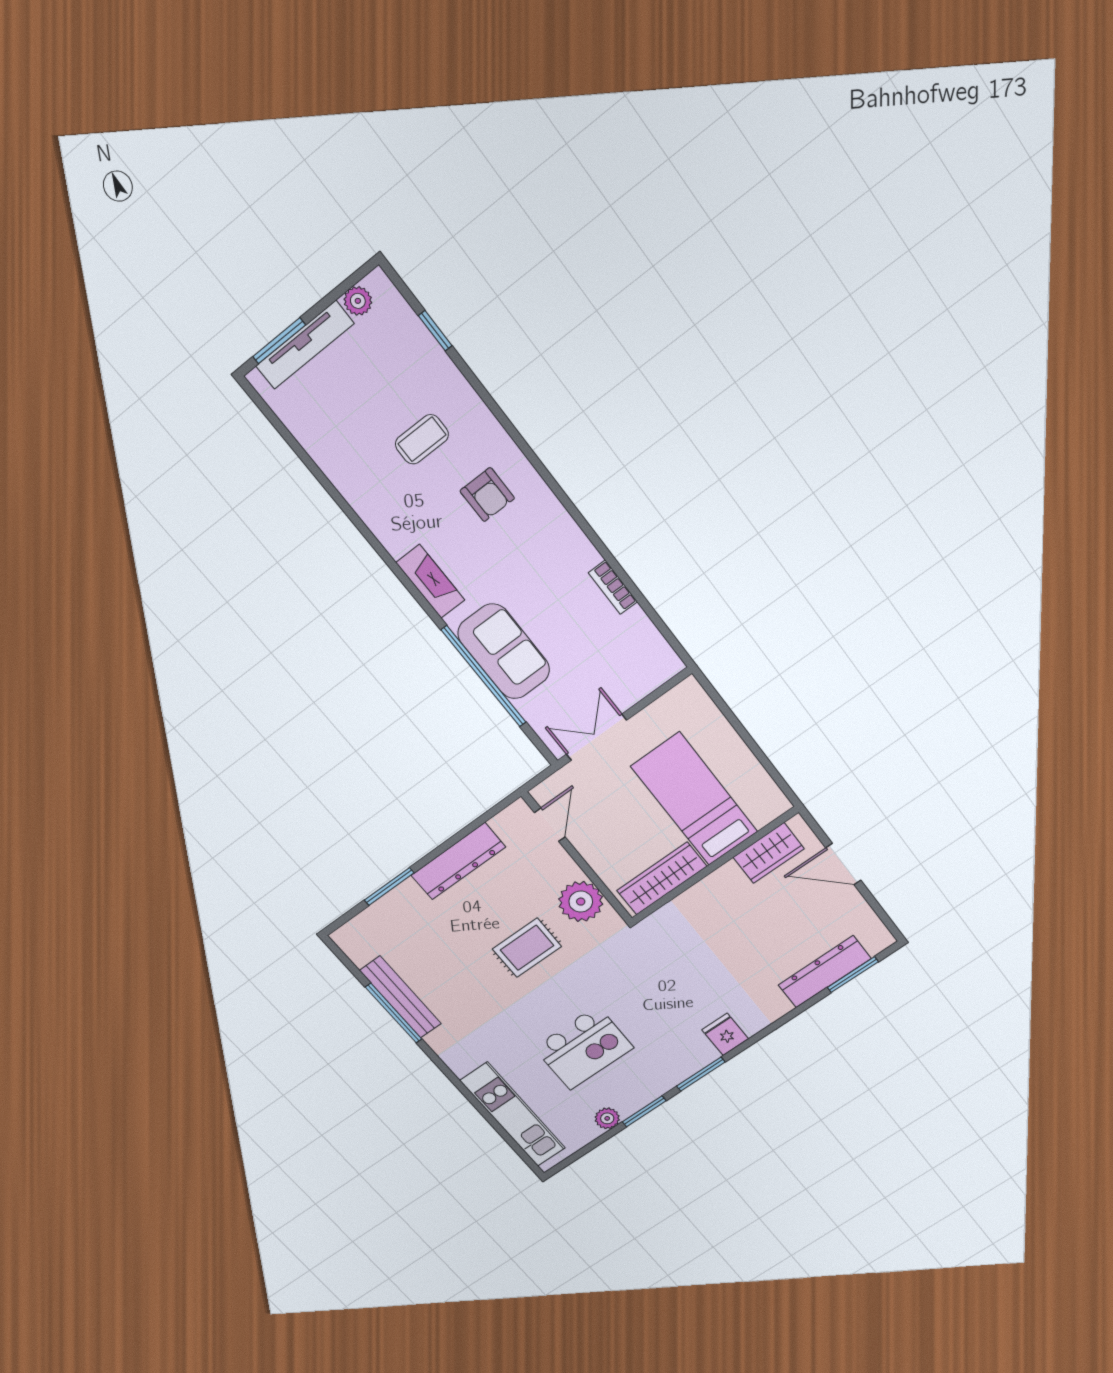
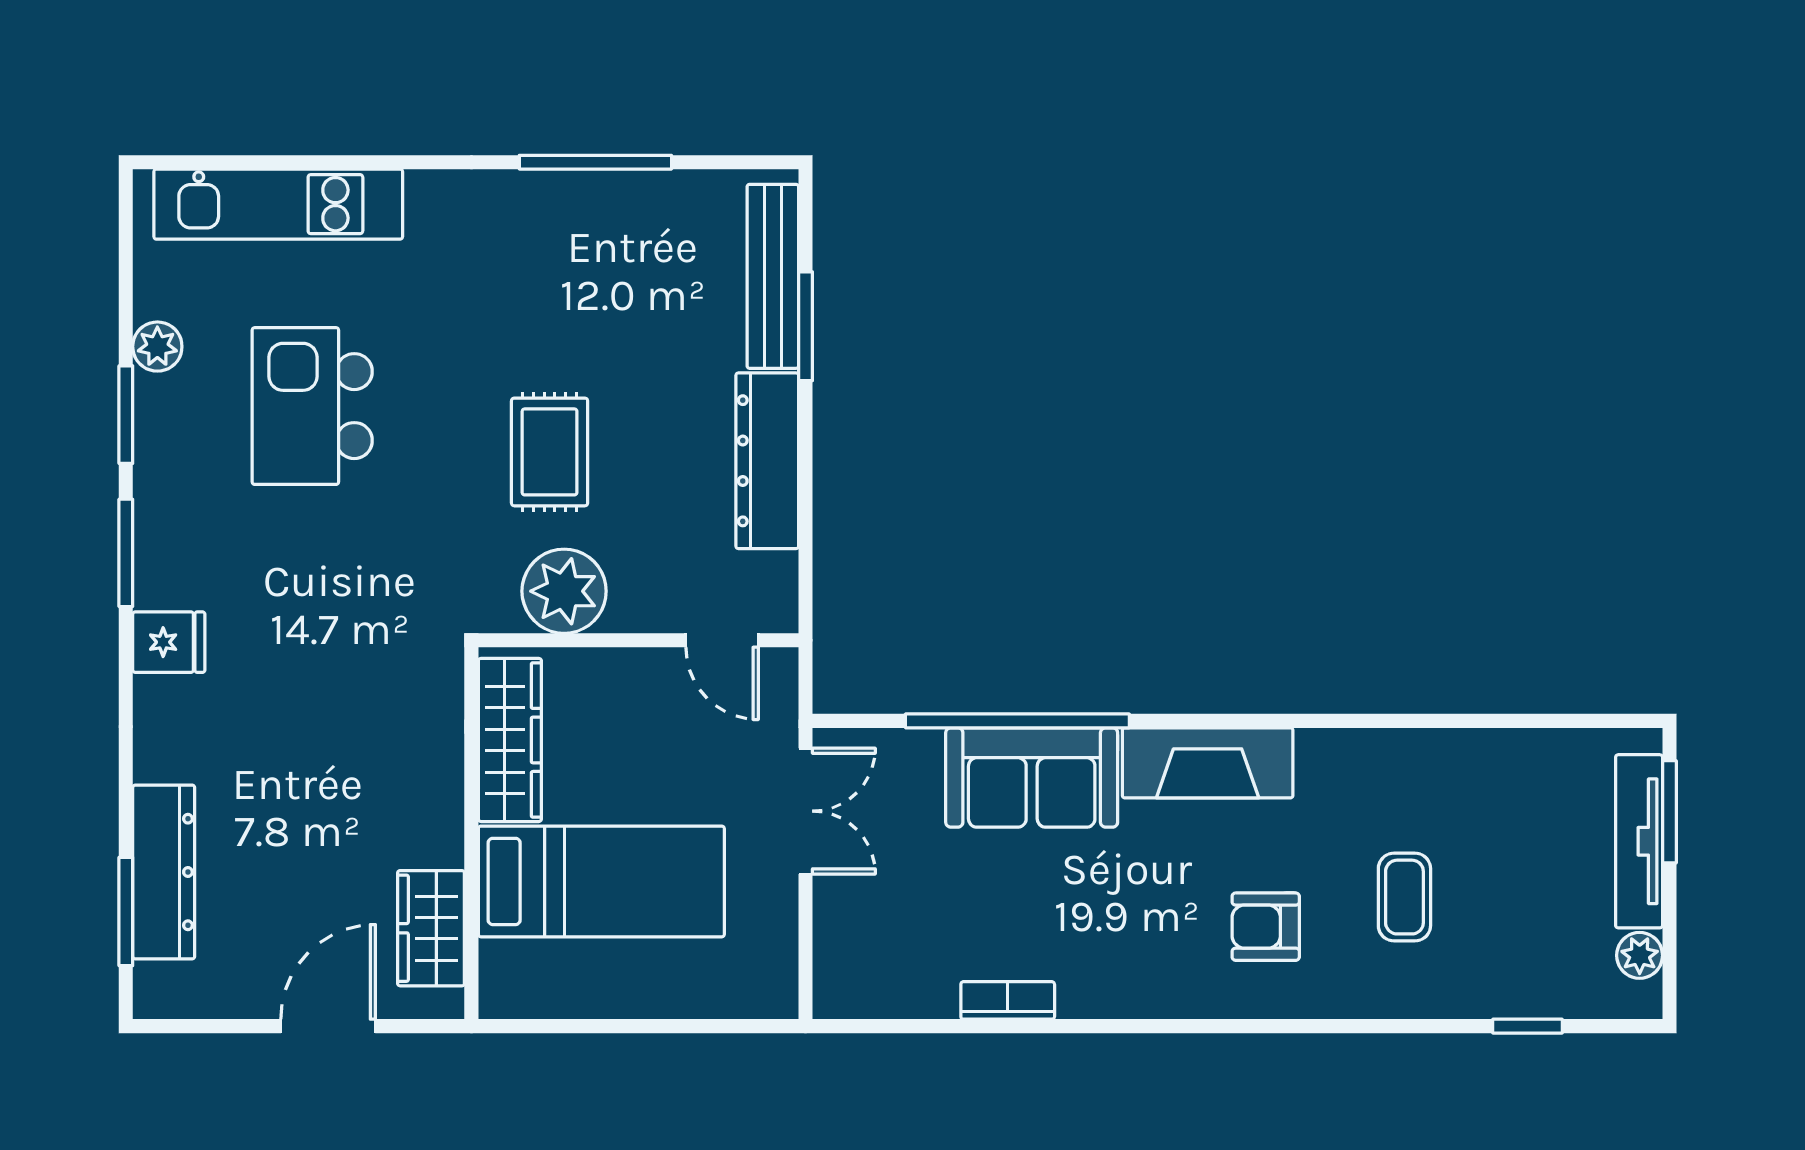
fireplace: (430, 581) -> (1208, 763), width x1.37, depth x1.32
bench: (400, 997) -> (773, 276), moved, turned 90

